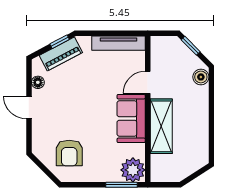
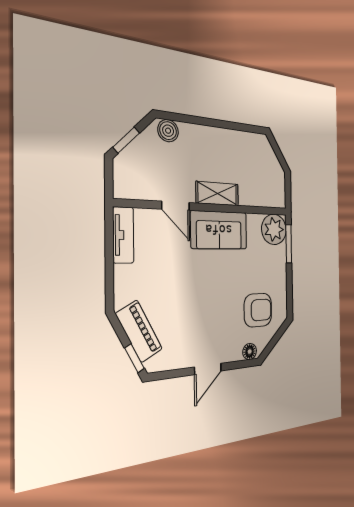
window: (60, 42) -> (135, 358), moved
tv unit: (118, 43) -> (123, 235), width x0.71
floor lamp: (38, 82) -> (250, 352), moved
shelving: (161, 126) -> (217, 194), width x0.67, depth x0.75

